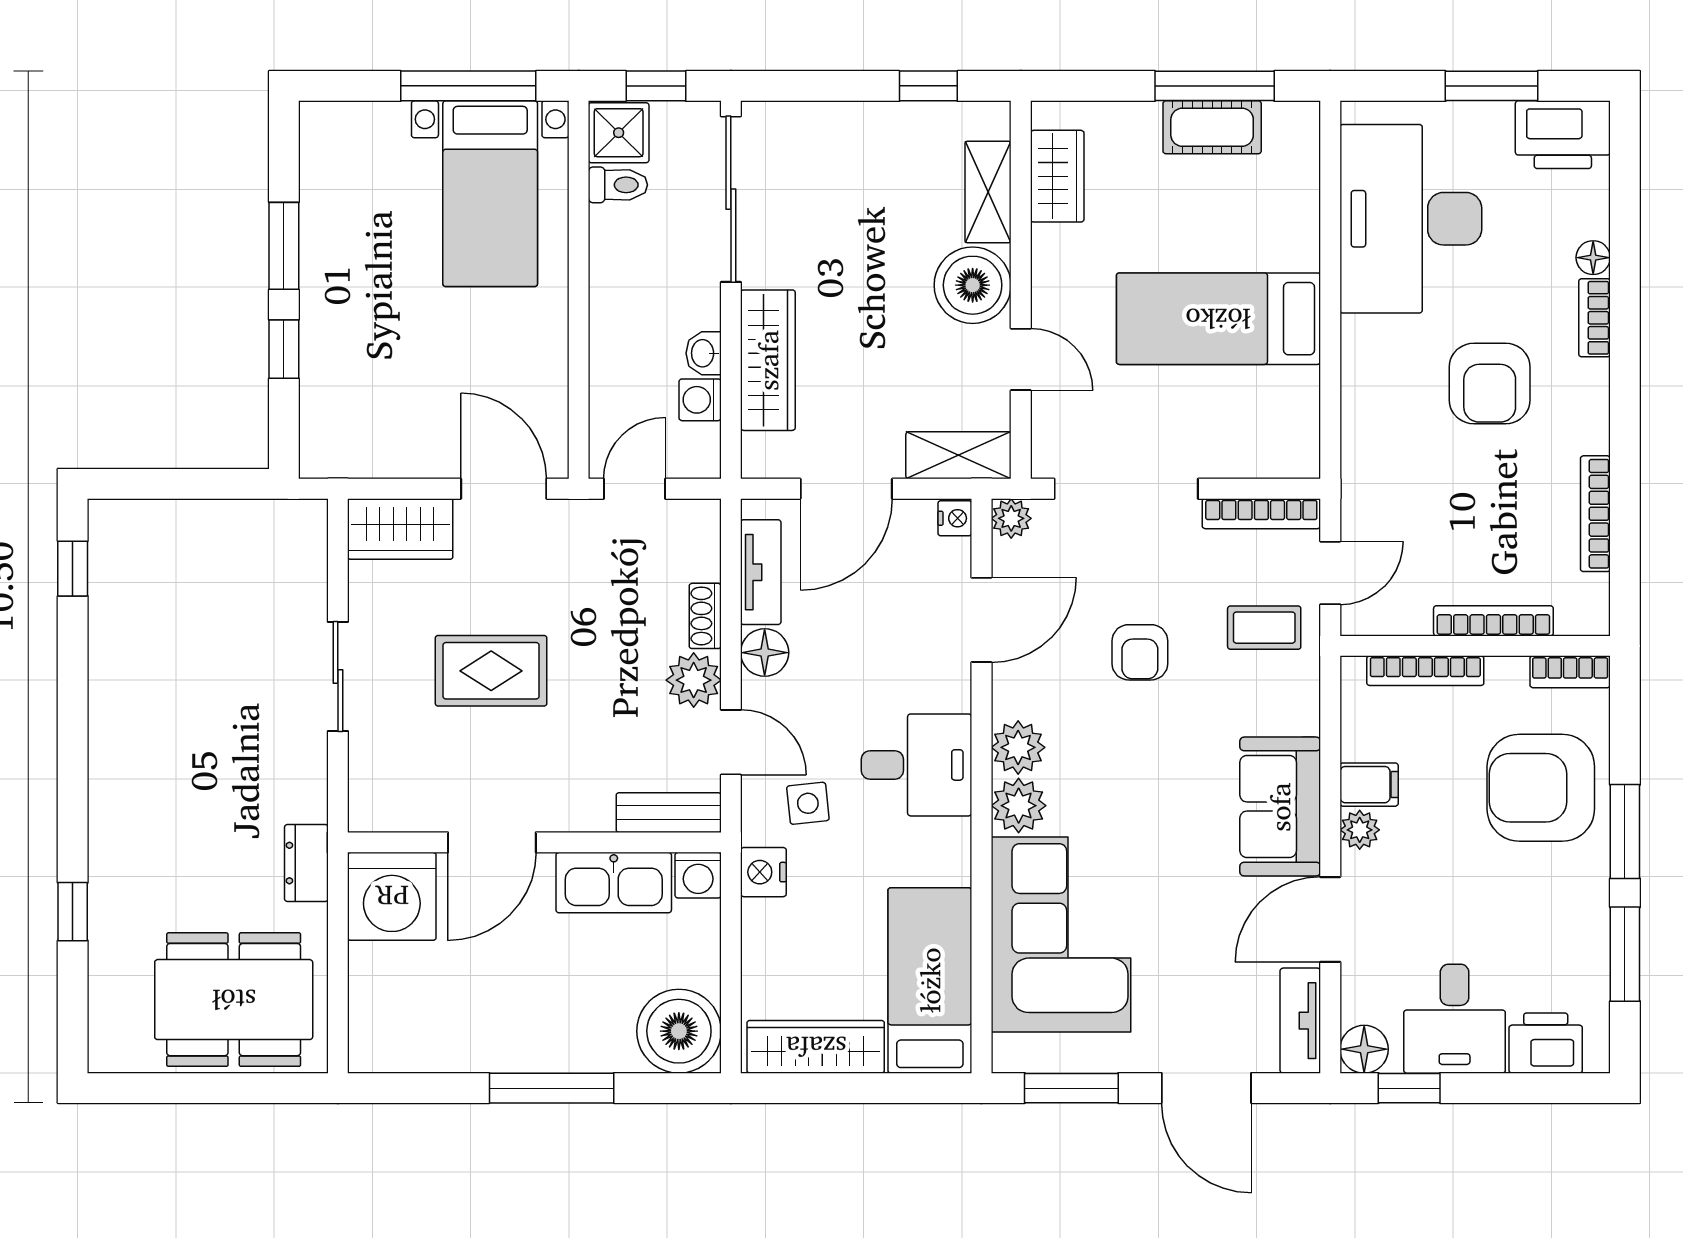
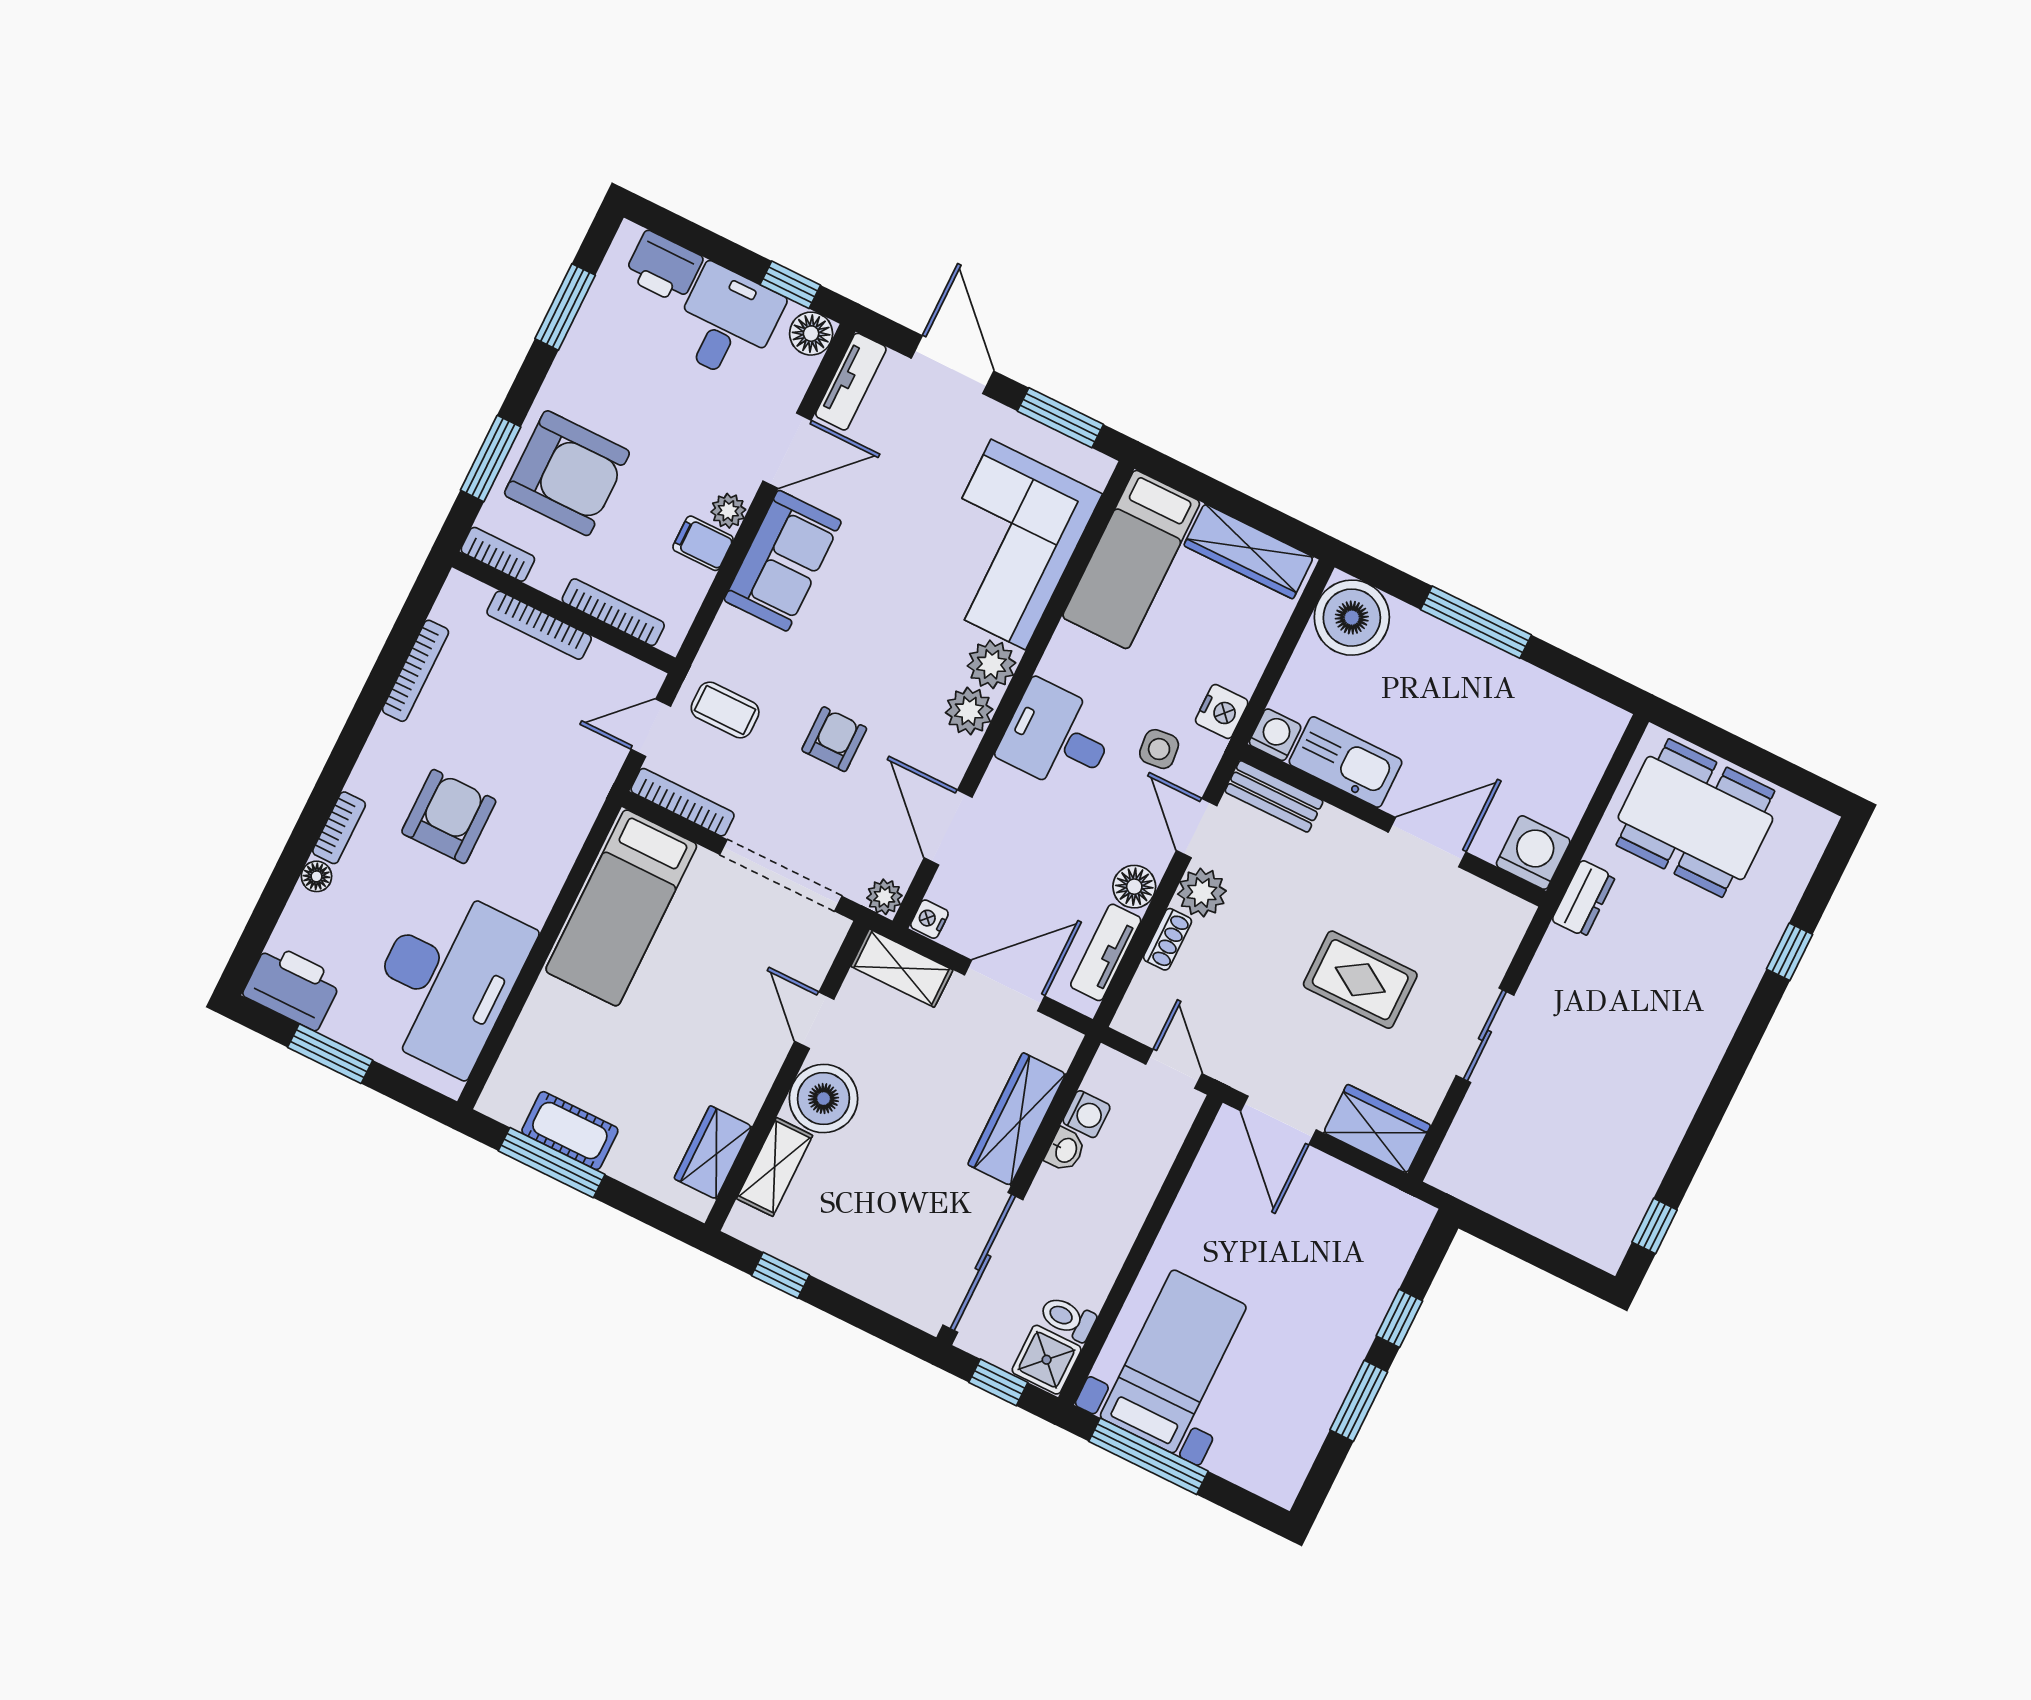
bed: (1218, 319) -> (621, 908), moved, turned 90
door: (635, 489) -> (1174, 1069), swing flipped
door: (981, 620) -> (948, 827), hinge flipped
window: (1625, 832) -> (491, 459), moved
washing machine: (392, 896) -> (1533, 853), width x0.73, depth x0.73

